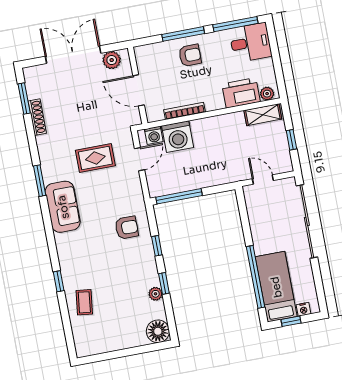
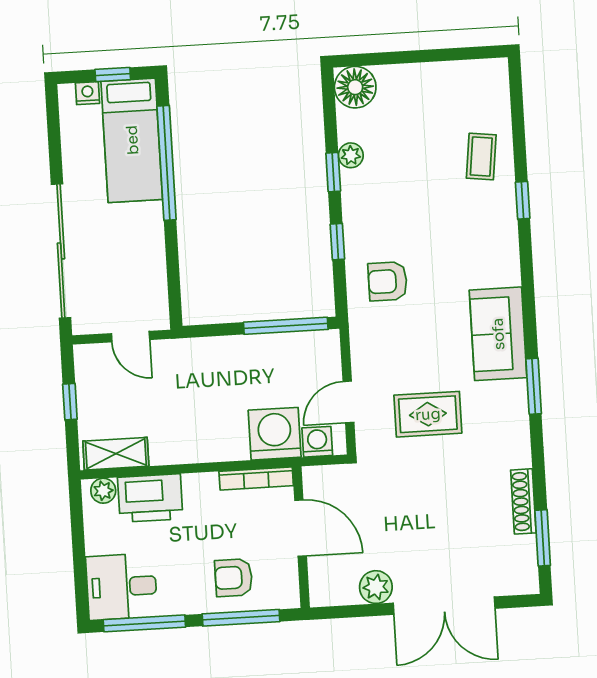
wall: (138, 85) -> (301, 537), moved
door: (139, 90) -> (301, 528), moved

